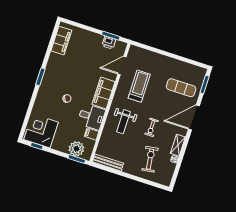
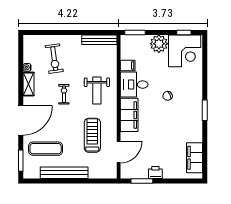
printer: (109, 43) -> (155, 172), moved
bench: (172, 63) -> (64, 173), added
treadmill: (139, 86) -> (92, 135), turned 180
weight bench: (123, 122) -> (97, 90), turned 180
plant: (76, 149) -> (159, 44), moved

